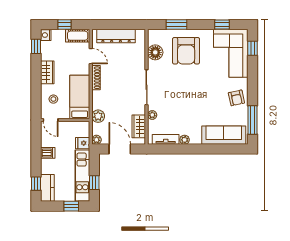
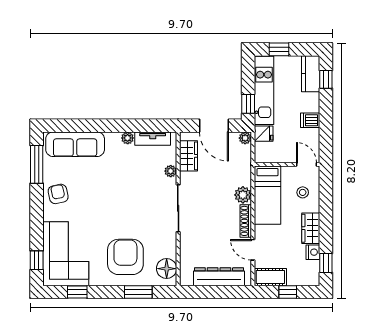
nightstand: (46, 35) -> (313, 252), moved
floor lamp: (155, 52) -> (167, 269), moved
plant: (98, 116) -> (243, 195), moved
window: (94, 183) -> (248, 104), moved

